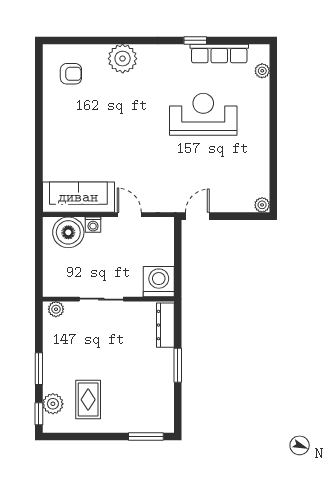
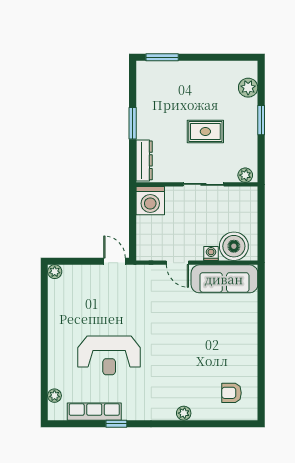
plant: (123, 59) -> (184, 413), width x0.53, depth x0.53
door: (197, 216) -> (115, 261), swing flipped
rug: (88, 400) -> (205, 132), moved, turned 90
window: (39, 414) -> (261, 78), removed

